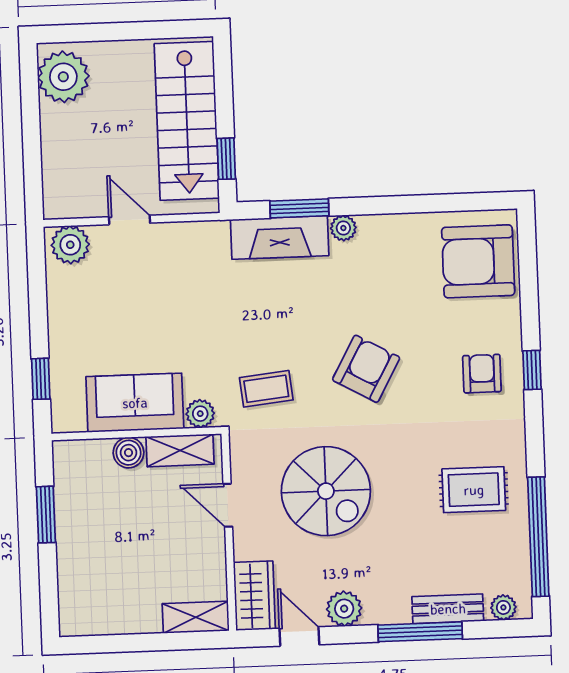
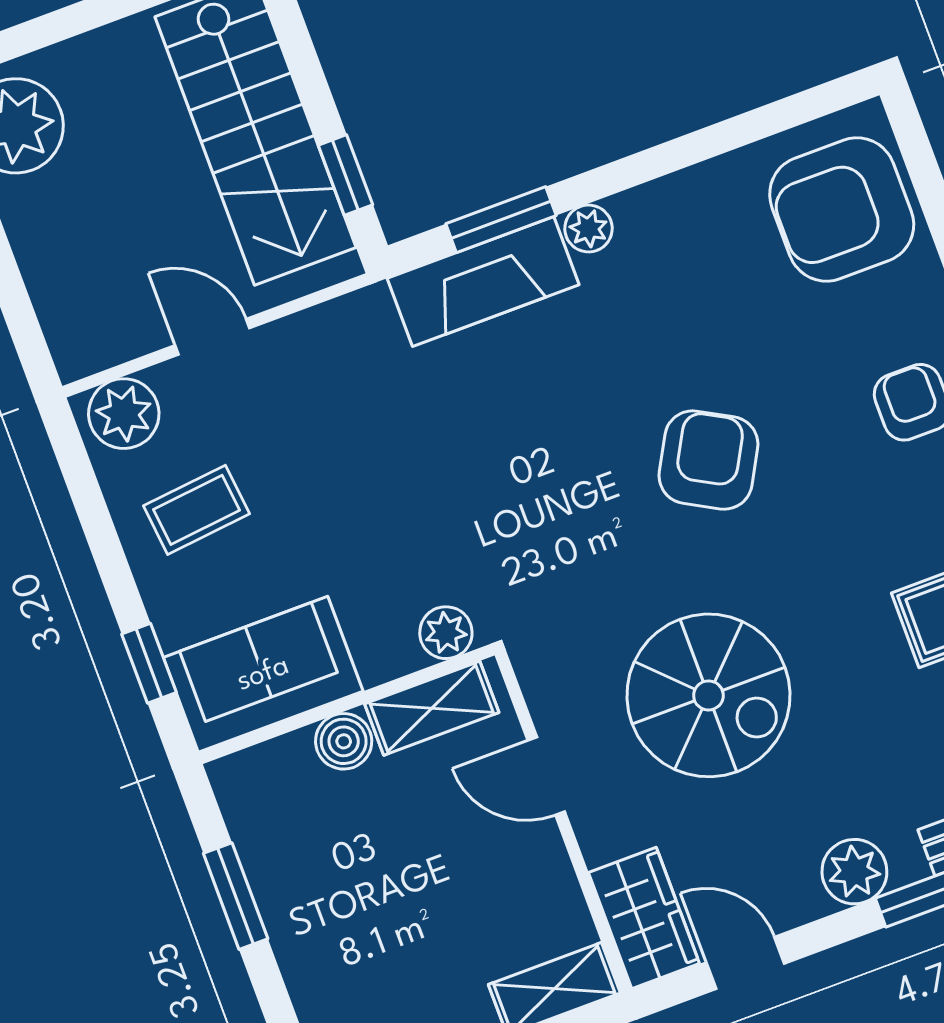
coffee table: (266, 389) -> (196, 510), moved
sofa: (135, 403) -> (263, 674), moved
plant: (344, 609) -> (854, 872), moved

